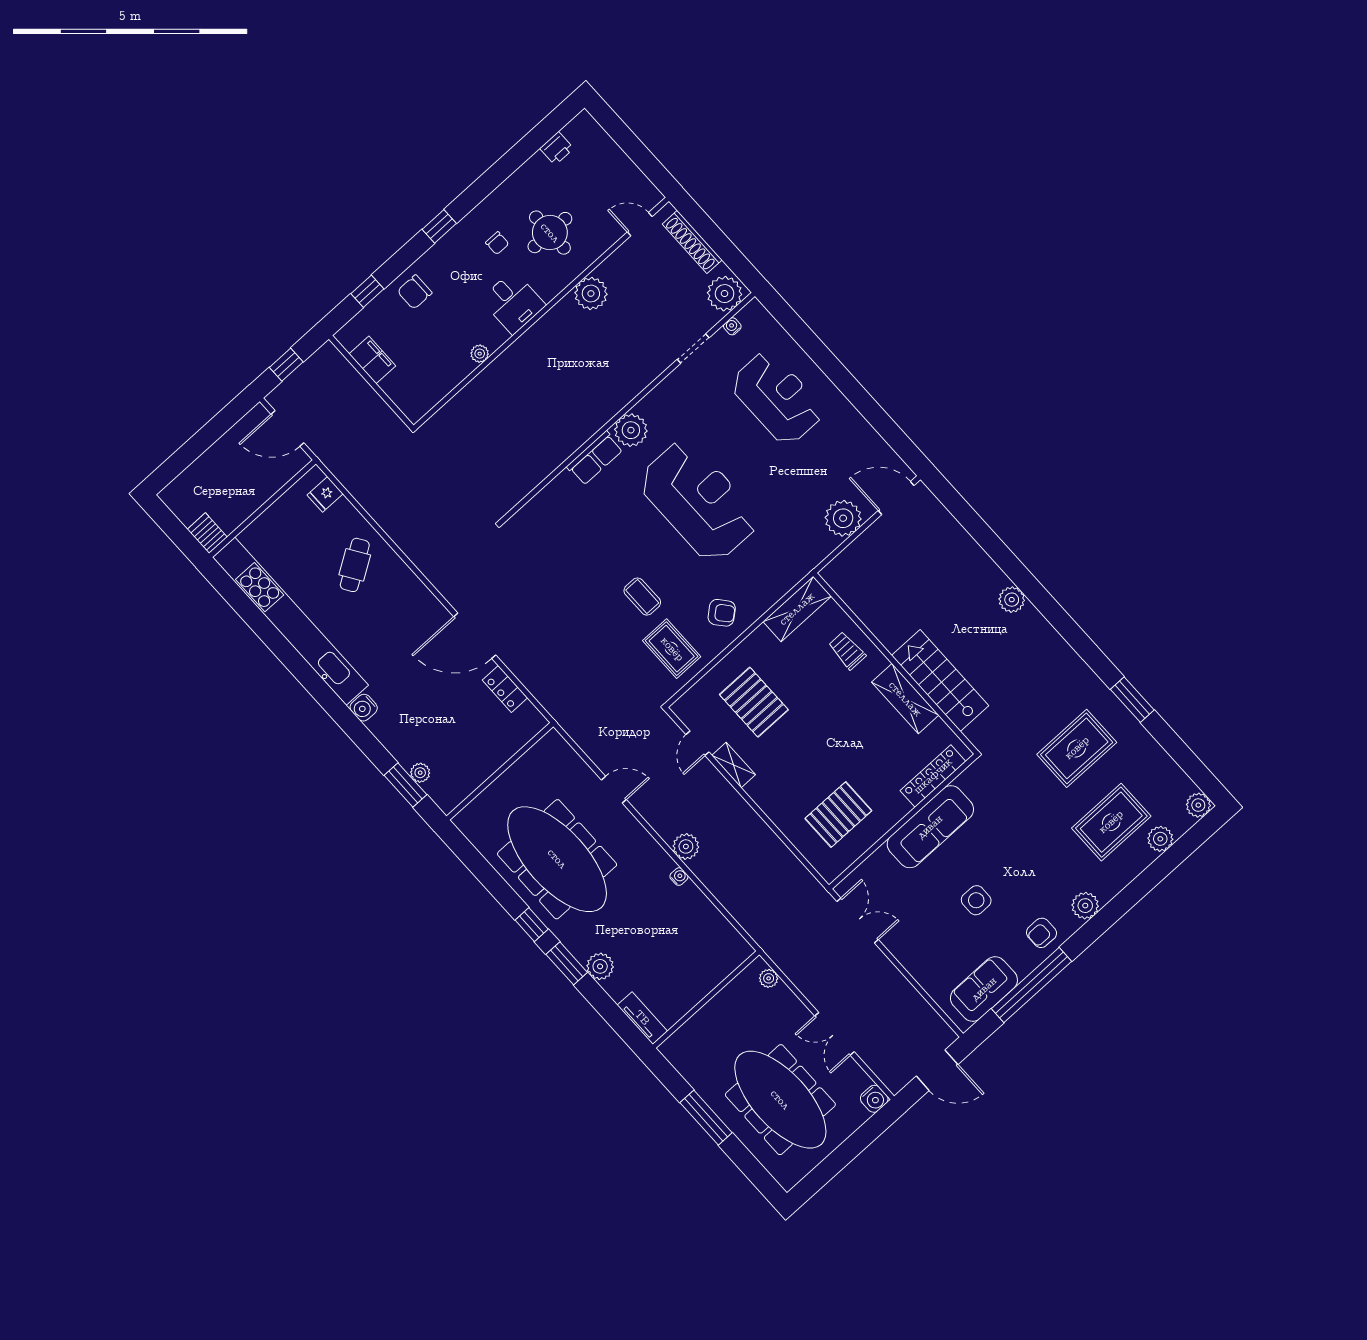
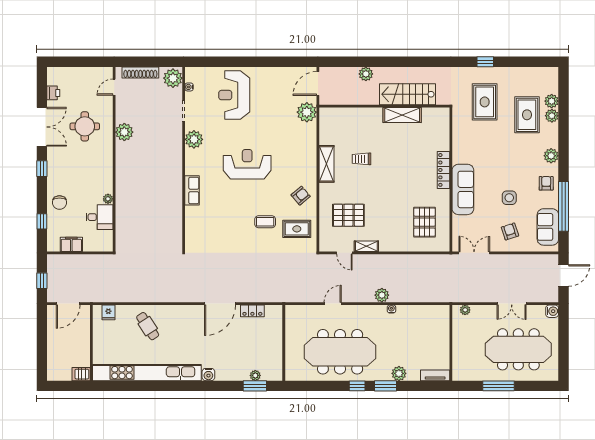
double door: (496, 175) -> (42, 127), added
chair: (497, 243) -> (70, 151), removed
desk: (513, 302) -> (99, 217), moved
reception desk: (777, 398) -> (234, 95), turned -90
plant: (631, 430) -> (194, 139), moved
reception desk: (699, 501) -> (247, 164), width x0.74, depth x0.77
plant: (1012, 600) -> (366, 74), moved
wall: (895, 664) -> (384, 106), moved
stairs: (940, 681) -> (408, 94), moved
shelving: (905, 699) -> (402, 115), moved
window: (1132, 700) -> (485, 62), width x0.67
plant: (1198, 805) -> (552, 116), moved
armchair: (1041, 933) -> (546, 183), turned 180
armchair: (931, 943) -> (510, 231), added

